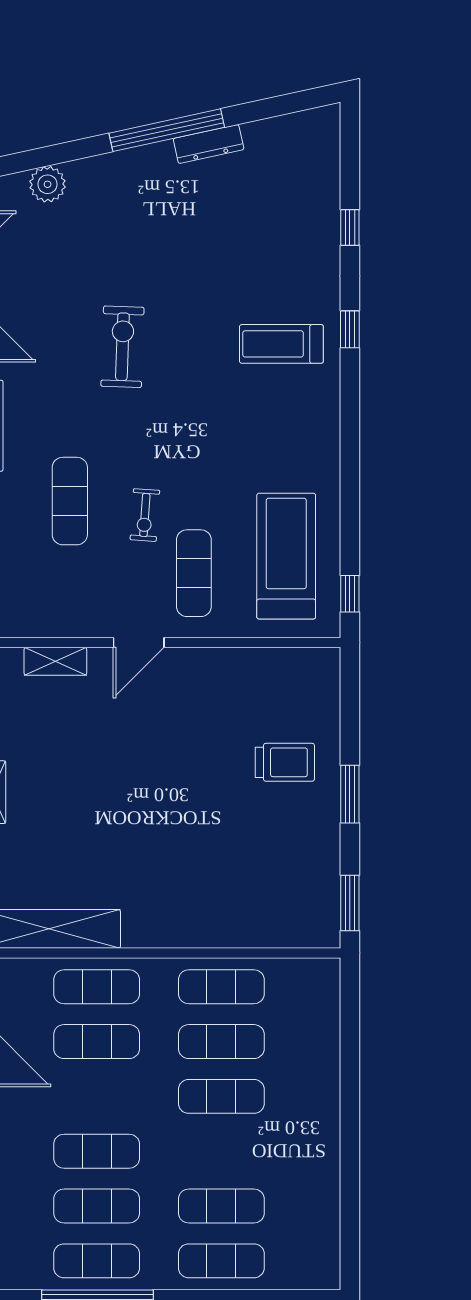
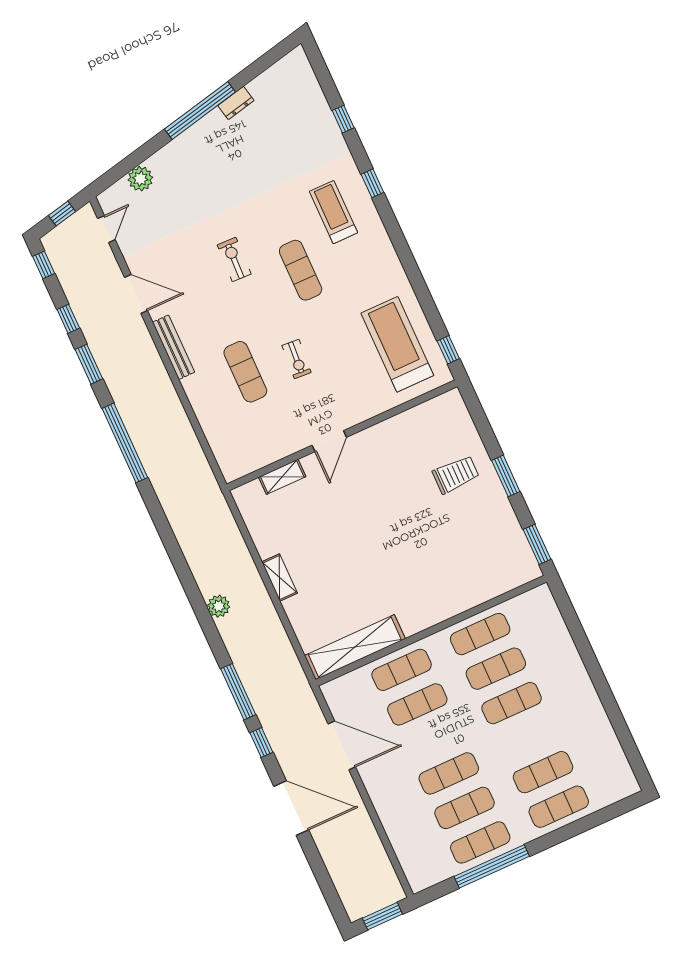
dresser: (209, 144) -> (236, 103), width x0.70
treadmill: (281, 344) -> (333, 212), turned 90
exercise bike: (122, 347) -> (234, 259), width x0.73, depth x0.72
exercise mat: (194, 573) -> (301, 270), moved

